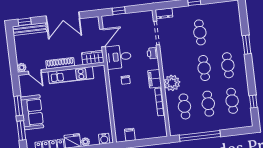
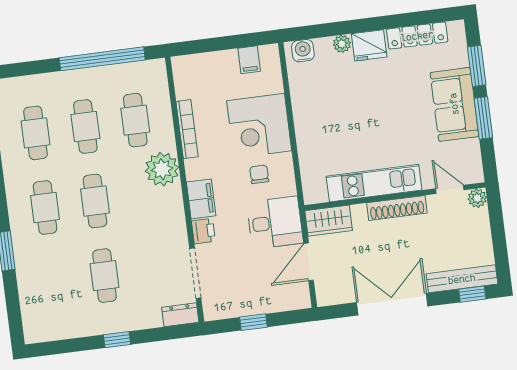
window: (119, 11) -> (253, 322), moved
filing cabinet: (155, 79) -> (201, 199), moved
corner desk: (125, 103) -> (259, 126), added

